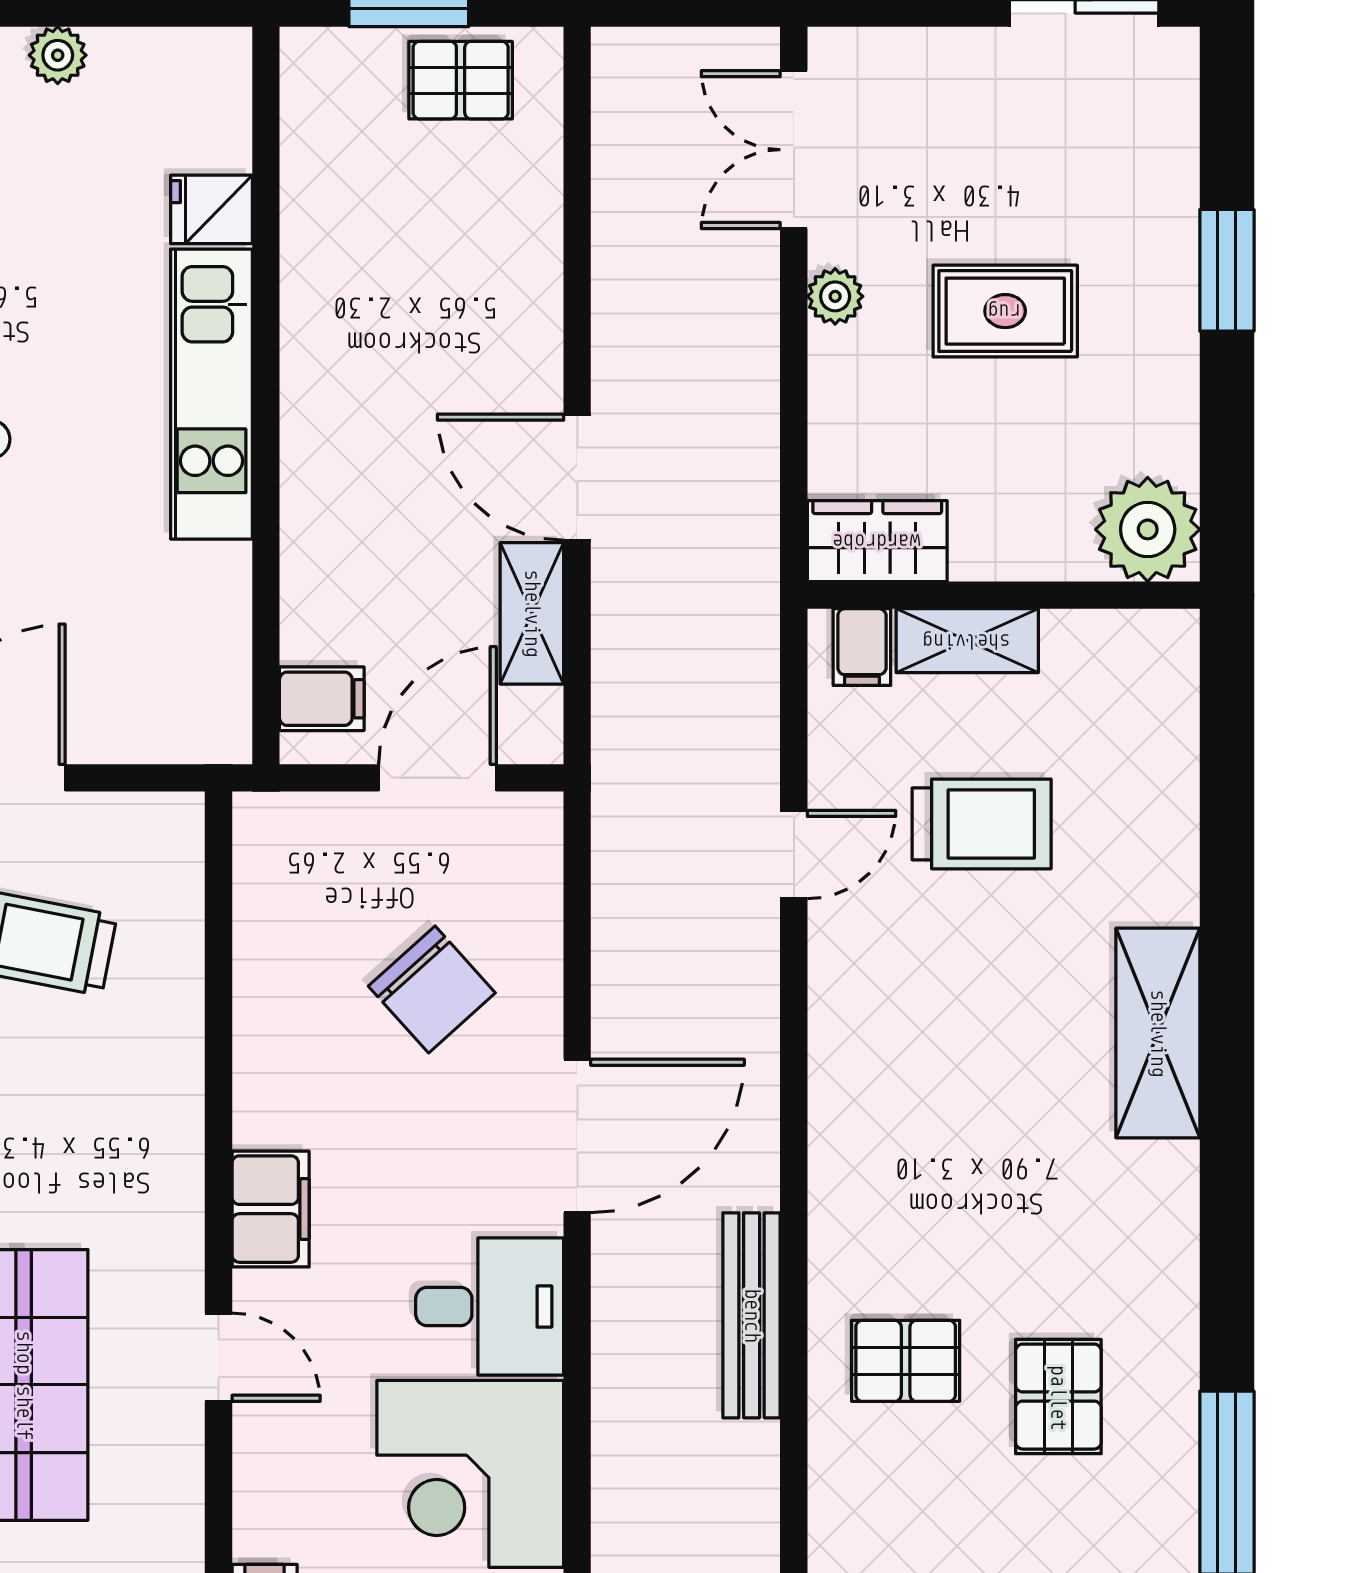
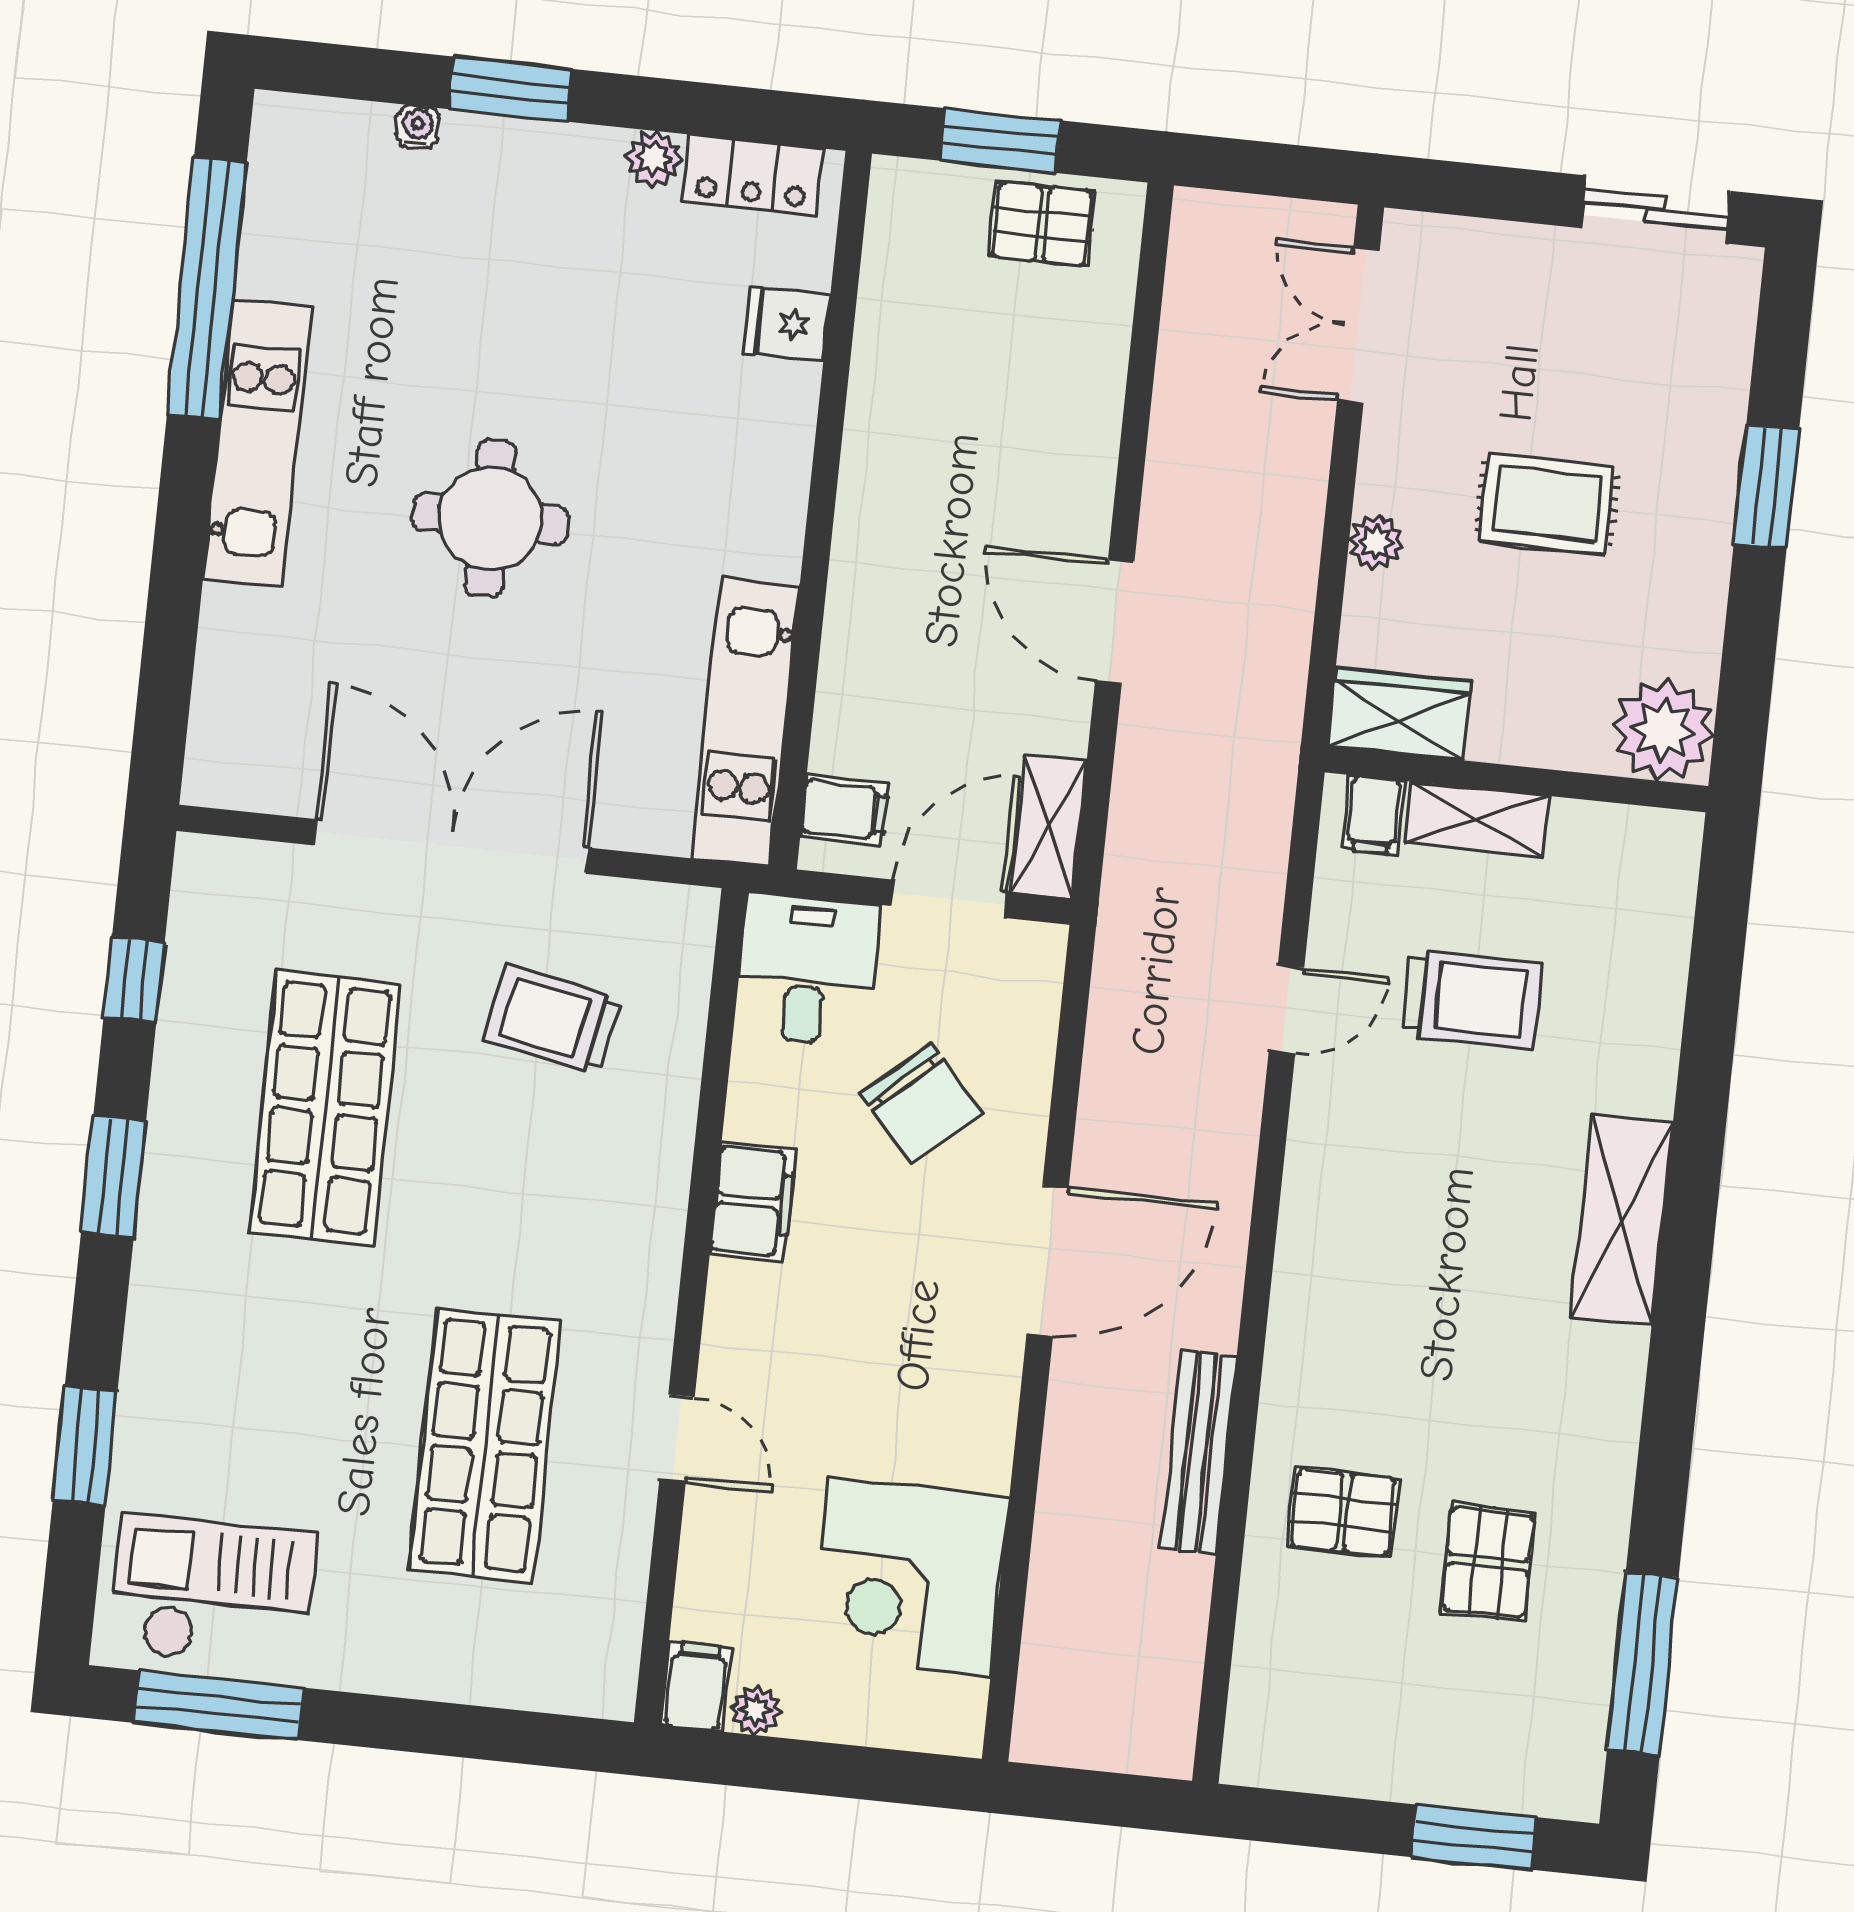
locker: (160, 61) -> (753, 175), added
plant: (835, 296) -> (1376, 542), moved
kitchen unit: (211, 394) -> (745, 722), moved
shelving: (532, 613) -> (1049, 827), moved
filing cabinet: (271, 1209) -> (753, 1202), moved
desk: (490, 1306) -> (807, 970), moved, turned -90

